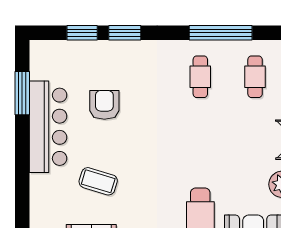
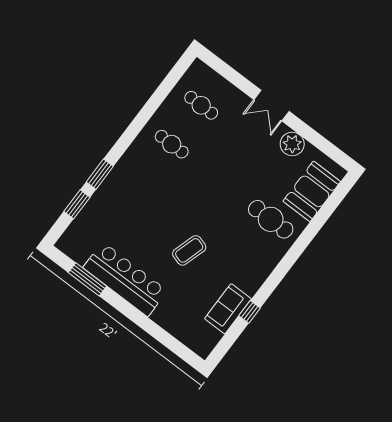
window: (221, 33) -> (151, 106), removed
armchair: (104, 105) -> (140, 227), removed
coffee table: (98, 181) -> (189, 250), moved

